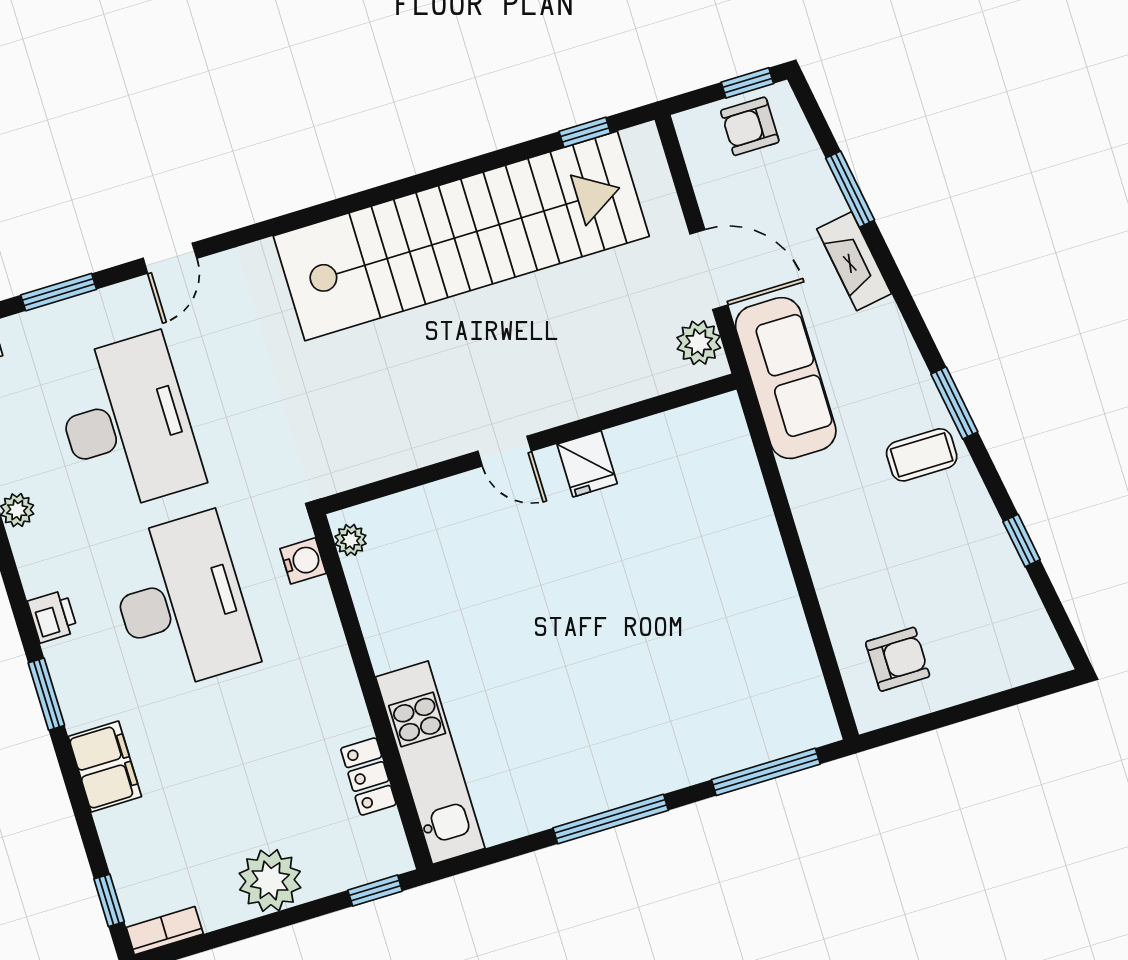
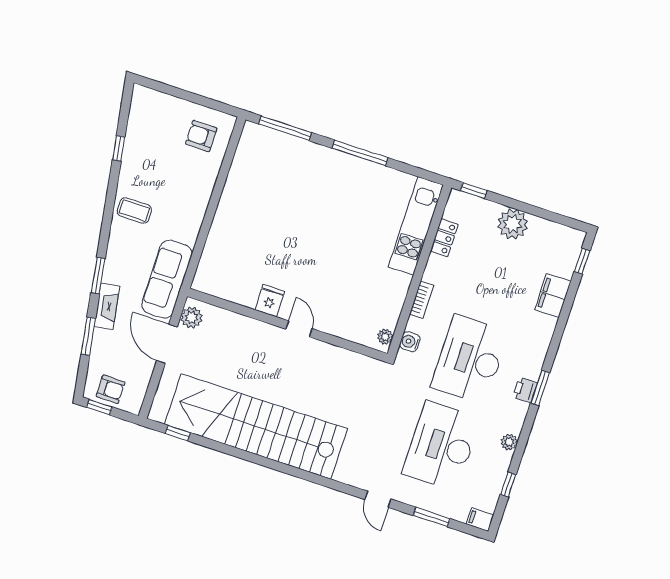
door: (170, 258) -> (378, 499), swing flipped
window: (954, 403) -> (98, 276), moved
window: (46, 694) -> (540, 388), moved
filing cabinet: (105, 766) -> (553, 296), moved
bookcase: (165, 931) -> (422, 300), moved, turned -90

